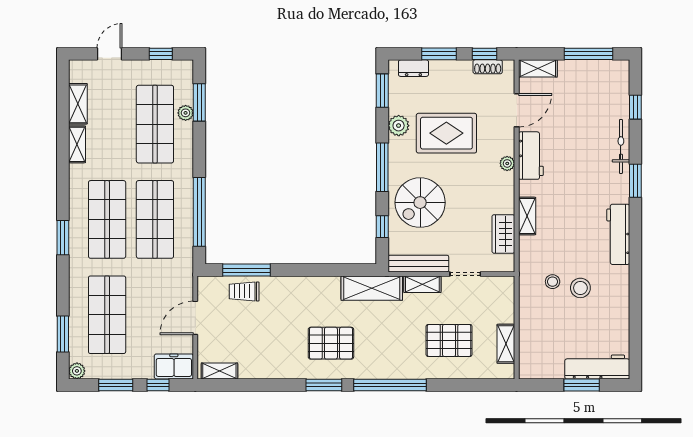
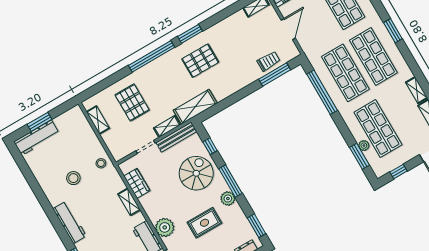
plant: (399, 126) -> (228, 199), moved
rug: (446, 133) -> (205, 223), width x0.73, depth x0.70
plant: (507, 163) -> (165, 227), width x1.87, depth x1.87
stool: (553, 282) -> (101, 163), moved
pallet: (449, 340) -> (132, 103), turned 90

